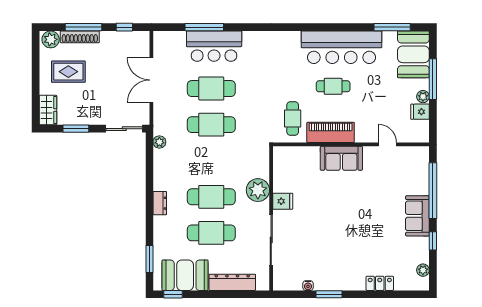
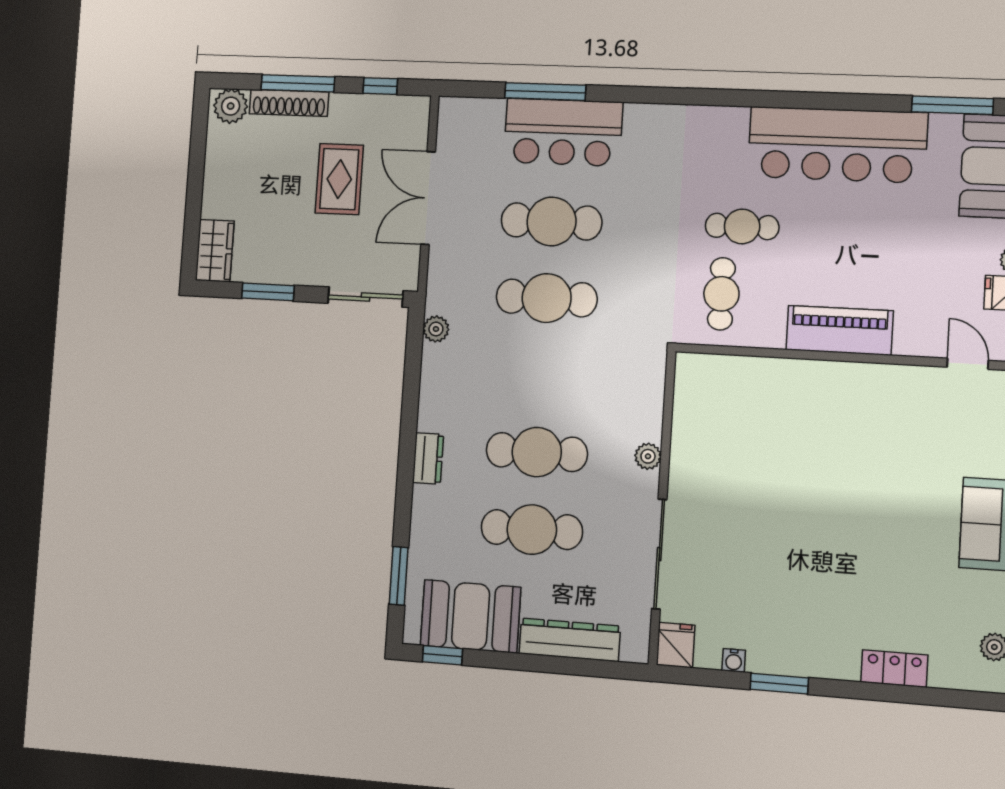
rug: (68, 72) -> (339, 179), moved, turned 90
cafe table: (333, 86) -> (742, 226), moved
piano: (331, 132) -> (839, 330), moved
door: (387, 144) -> (968, 364), moved
sofa: (341, 158) -> (823, 386), removed
plant: (258, 190) -> (648, 456), width x0.53, depth x0.53
fridge: (283, 201) -> (676, 645), moved, turned -90

